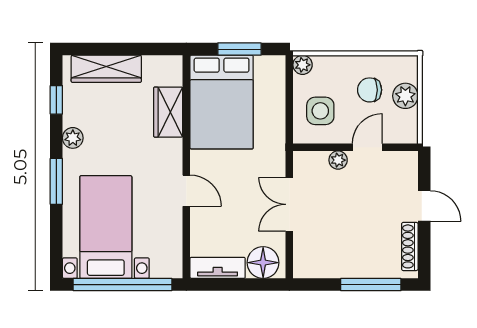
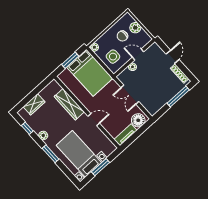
wardrobe: (106, 69) -> (34, 104), width x0.67
bed: (222, 102) -> (90, 73), moved
wardrobe: (168, 112) -> (69, 104), width x1.50
door: (367, 147) -> (138, 55), hinge flipped
door: (424, 206) -> (173, 57), hinge flipped
window: (122, 285) -> (101, 167), width x0.47

